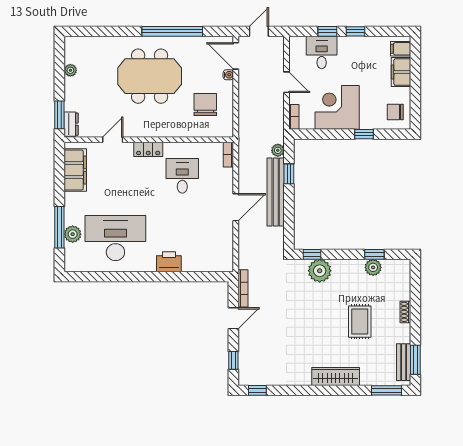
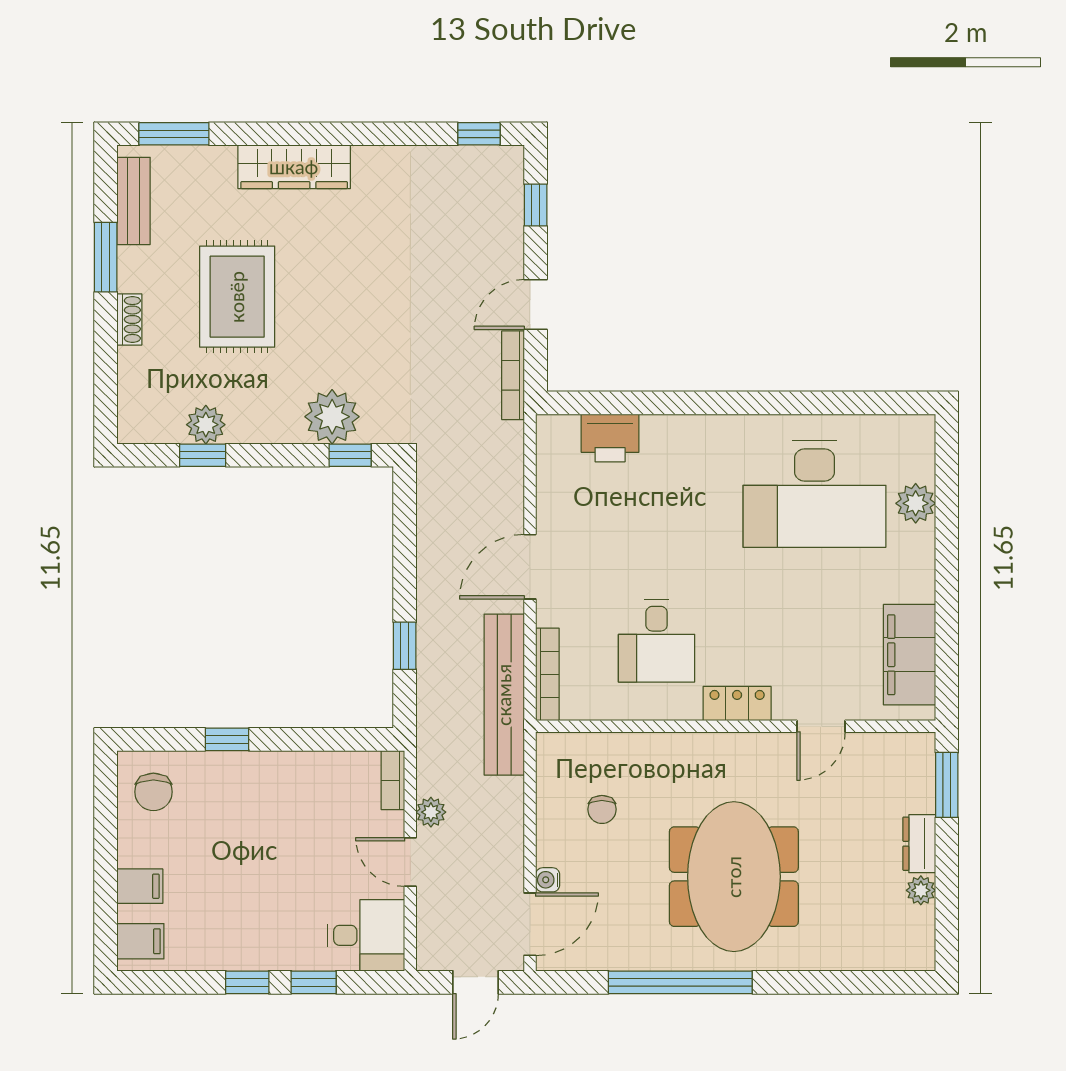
desk: (322, 52) -> (366, 935), moved, turned -90
door: (236, 56) -> (530, 924), hinge flipped
filing cabinet: (401, 72) -> (140, 886), width x0.50
meeting table: (150, 76) -> (734, 877), turned 90
chair: (205, 105) -> (602, 809), width x0.54, depth x0.54
corner desk: (337, 107) -> (290, 803), removed
chair: (395, 112) -> (153, 792), turned 90
dresser: (71, 124) -> (919, 844), moved
plant: (278, 150) -> (431, 812), moved
bookcase: (228, 155) -> (547, 674), width x1.56
bench: (276, 192) -> (504, 695), moved
window: (59, 227) -> (947, 520), removed
printer: (169, 262) -> (610, 438), moved
rug: (360, 322) -> (237, 297), width x1.36, depth x1.43
window: (415, 360) -> (106, 257), moved

